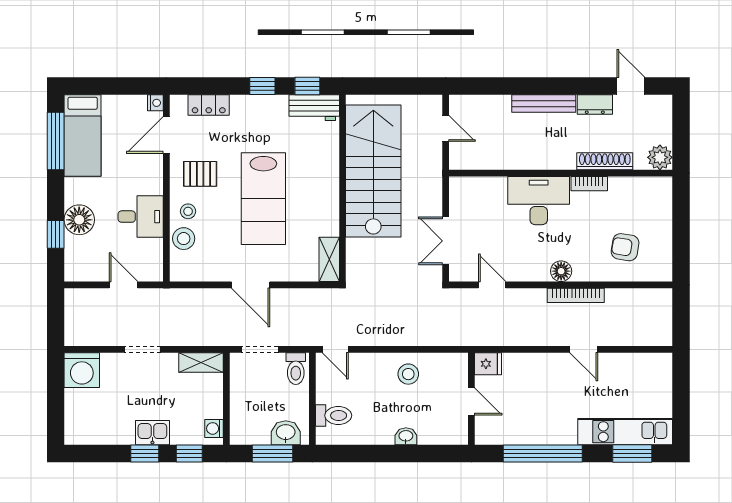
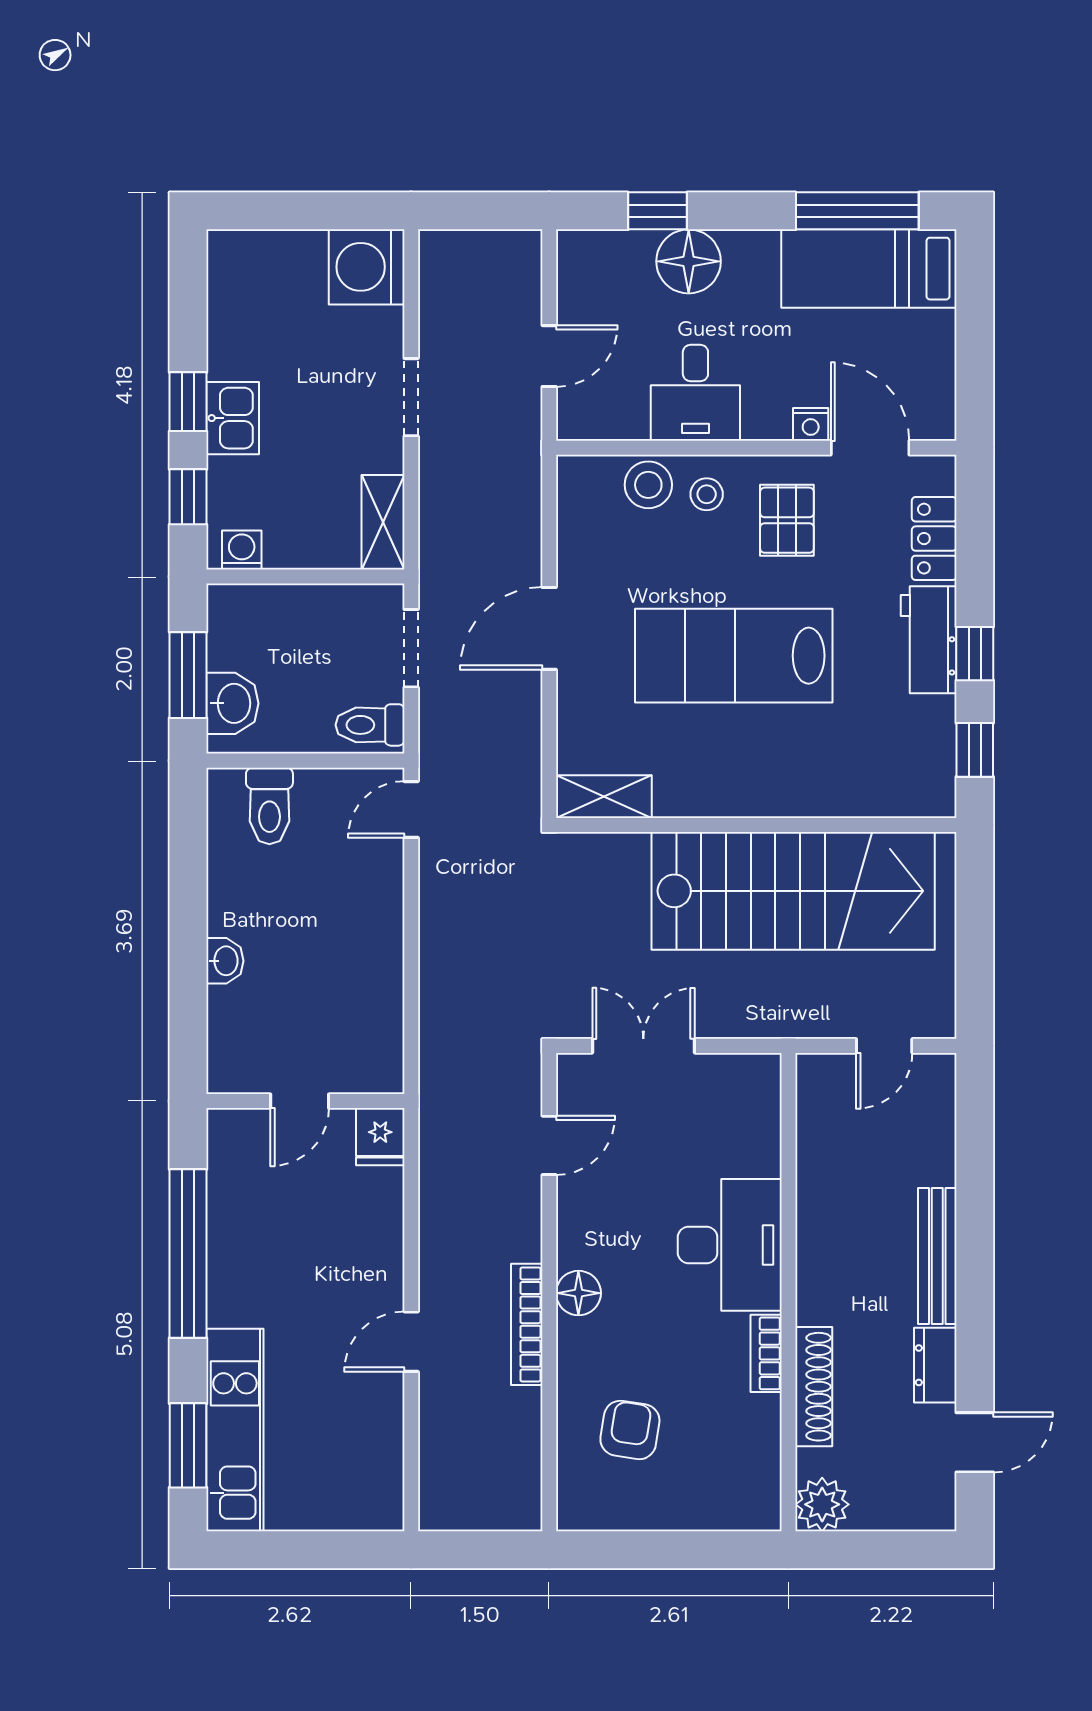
nightstand: (155, 103) -> (811, 424), moved
workbench: (314, 108) -> (929, 640), moved
stool: (408, 374) -> (358, 966), removed

